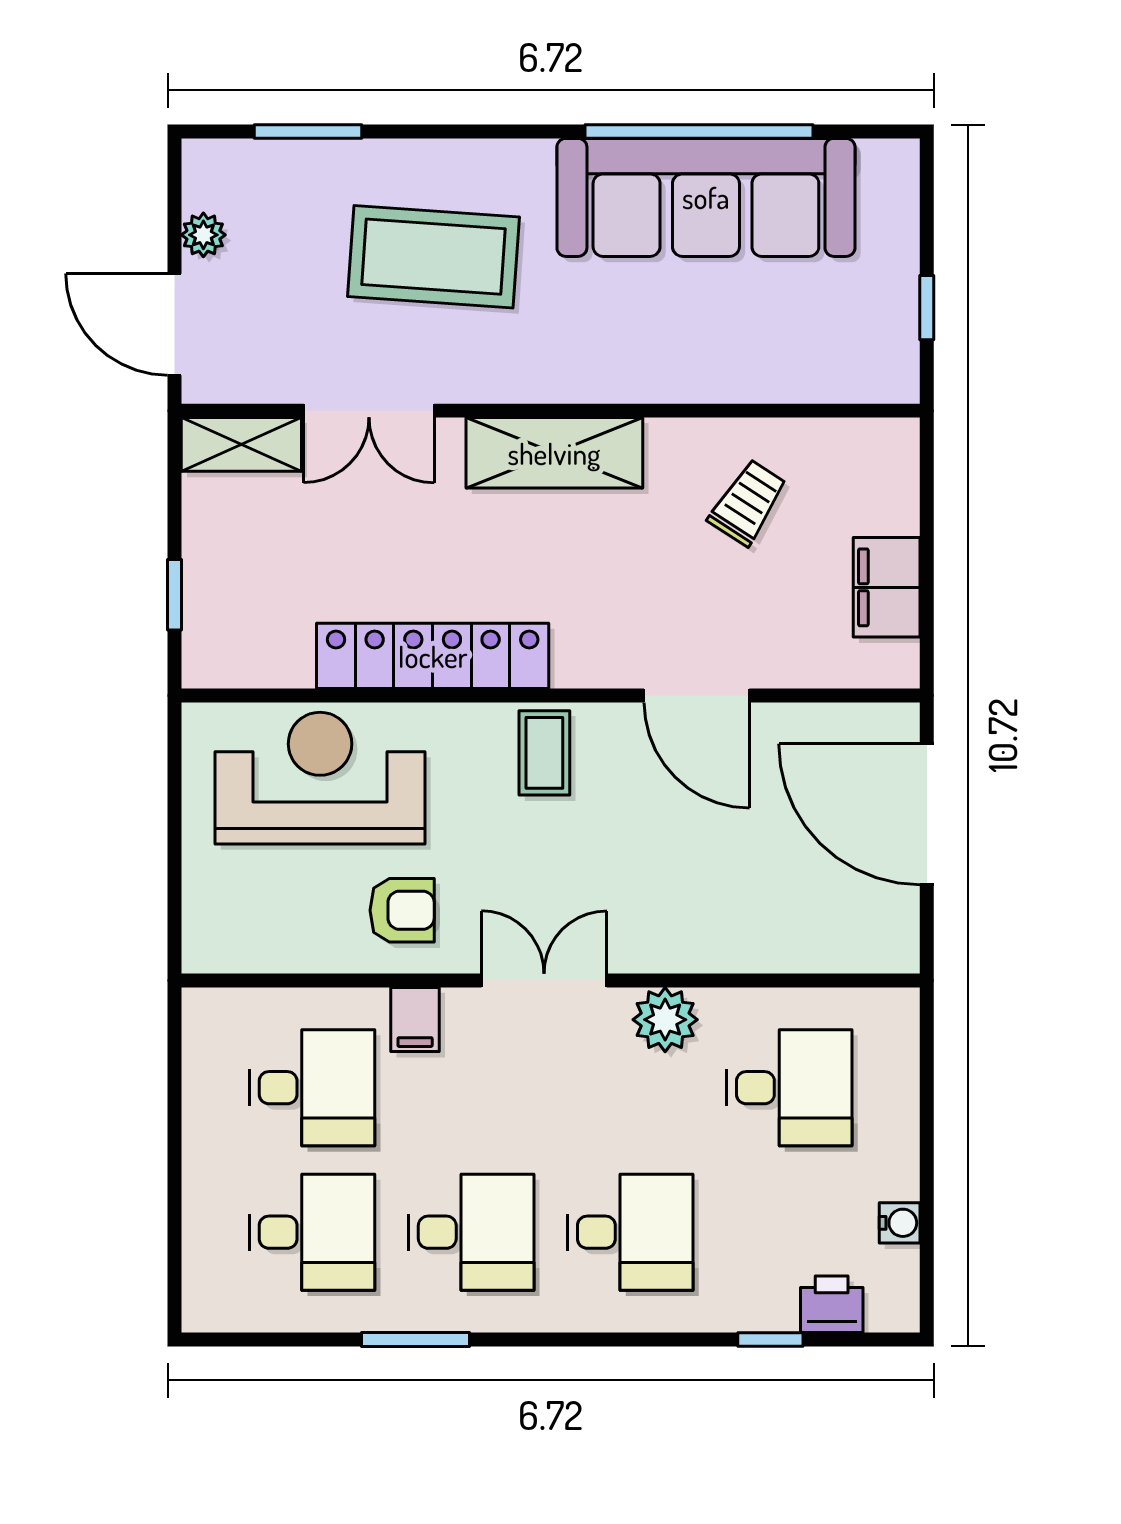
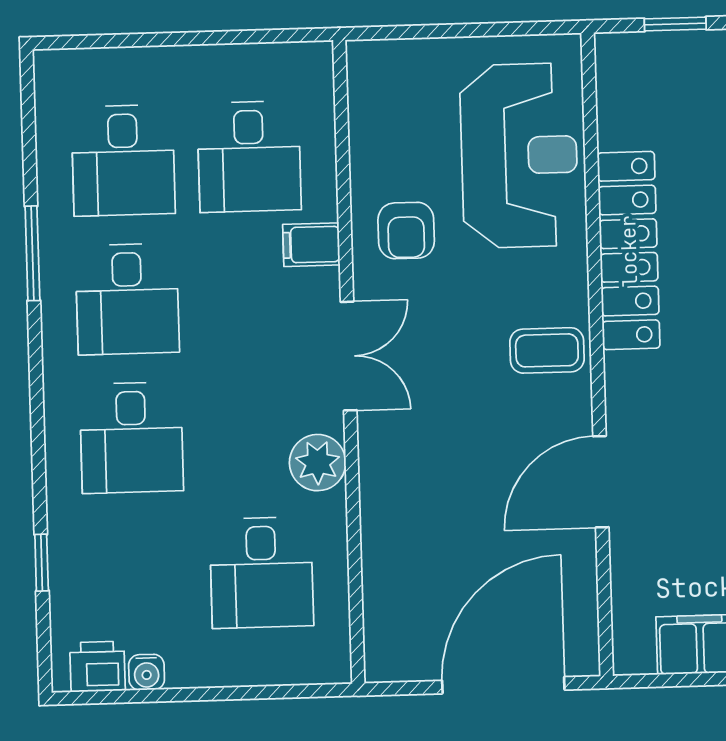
printer: (832, 1304) -> (98, 667), moved, turned -90

